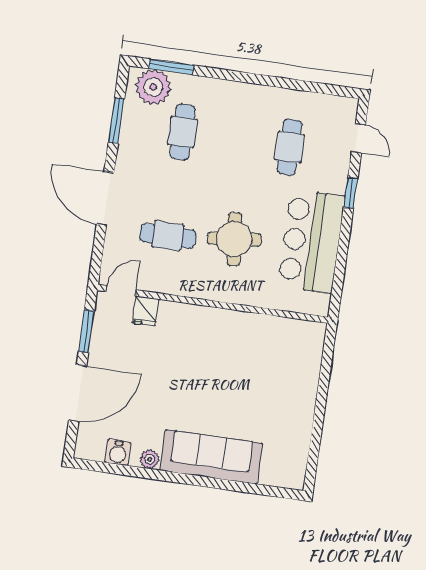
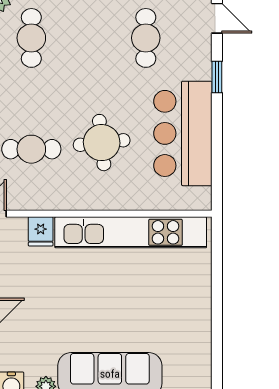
fridge: (145, 311) -> (41, 231), moved
kitchen unit: (249, 327) -> (131, 232), added

